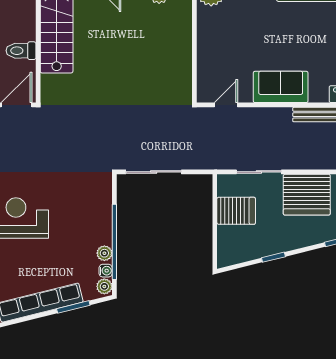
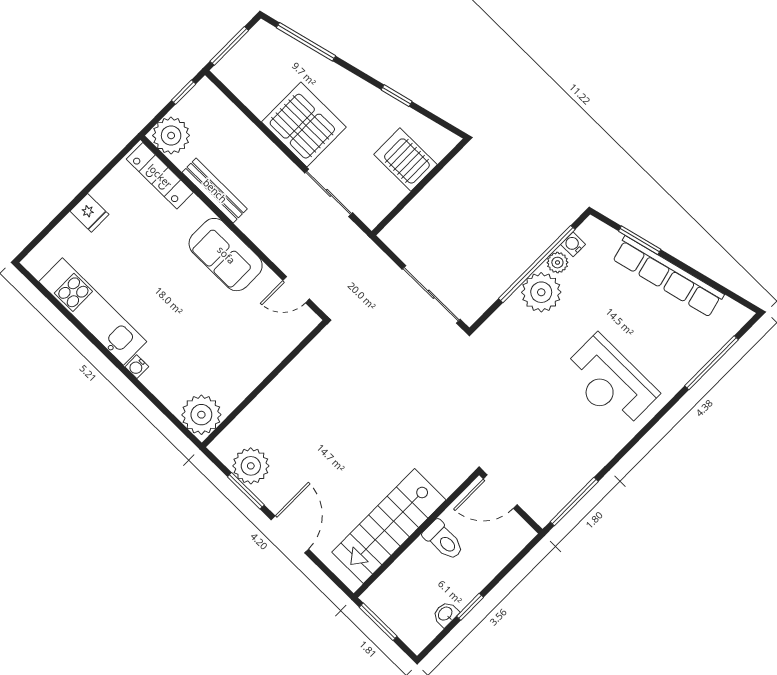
server rack: (236, 211) -> (405, 159), moved
plant: (104, 286) -> (541, 292), moved, width x1.87, depth x1.87

